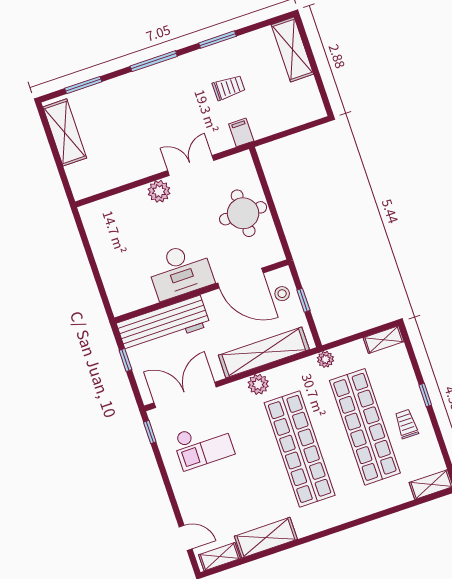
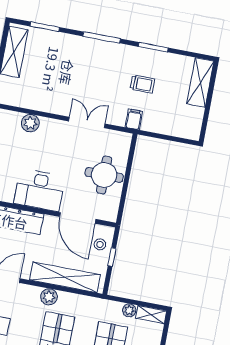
plant: (159, 191) -> (30, 123), moved
plant: (325, 359) -> (129, 310), moved

